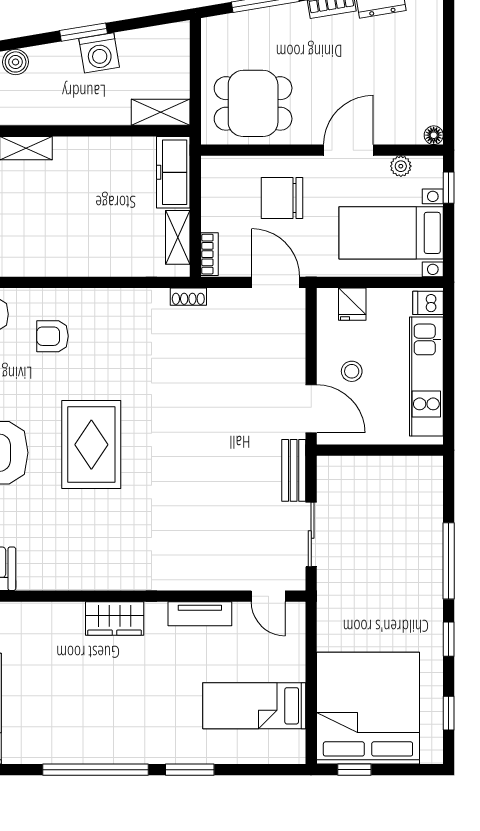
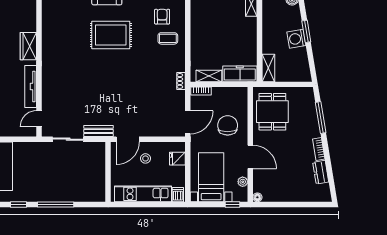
coffee table: (98, 324) -> (168, 38), added
tv unit: (200, 614) -> (31, 86), width x1.41

